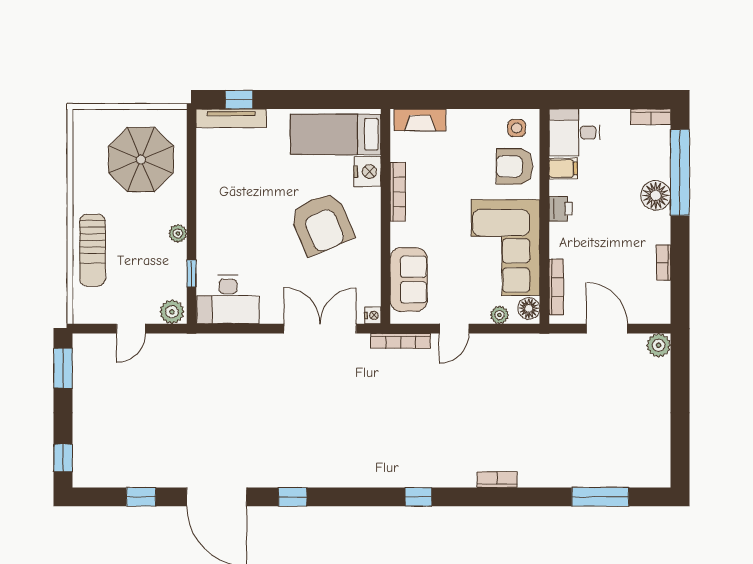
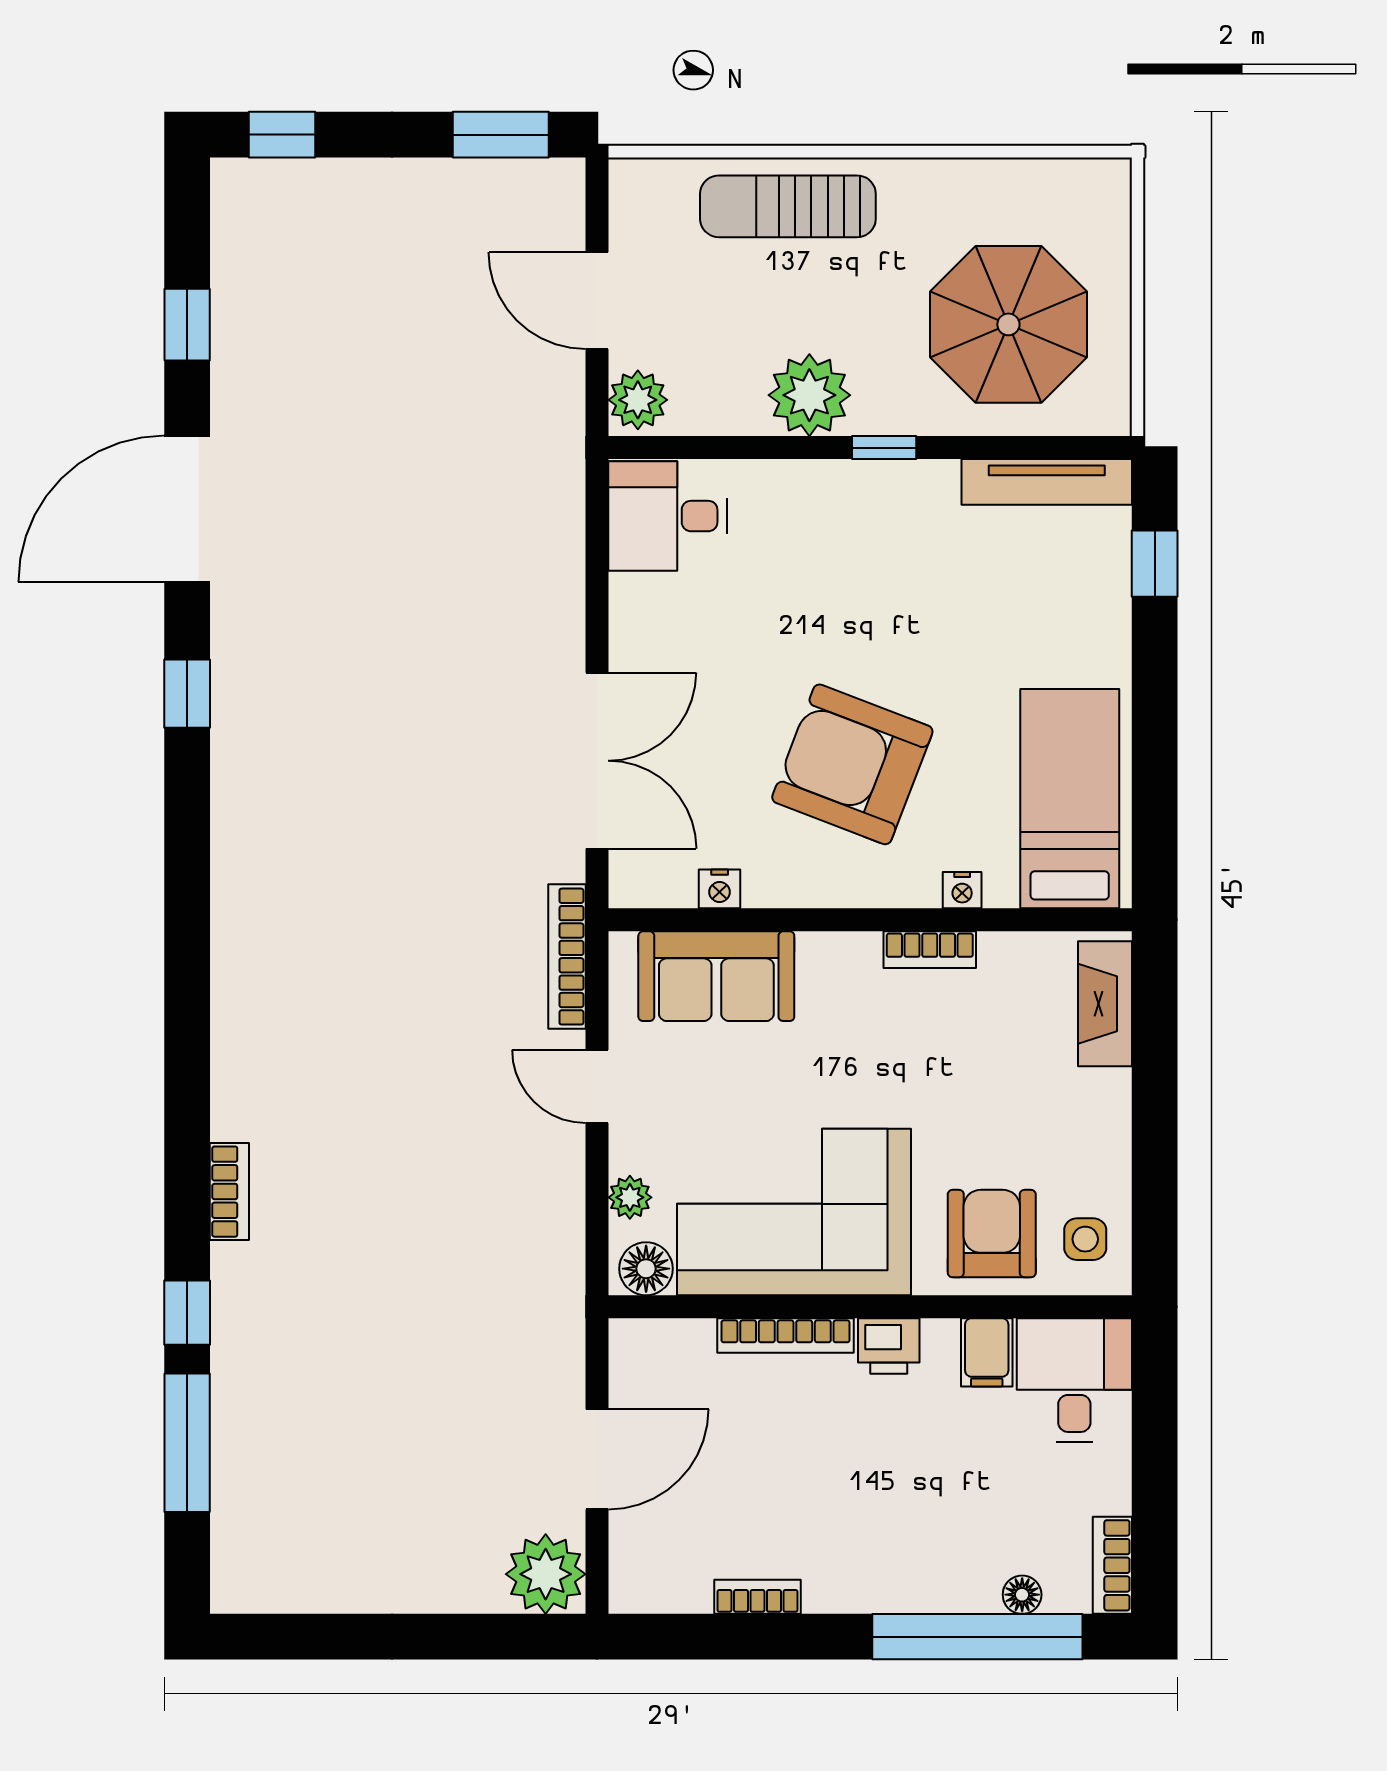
tv unit: (231, 118) -> (1047, 482), moved, turned -90
nightstand: (367, 172) -> (962, 890), width x0.53, depth x0.56
bookcase: (398, 192) -> (930, 950), width x0.64
floor lamp: (656, 195) -> (1022, 1595), moved, width x0.53, depth x0.53
armchair: (322, 224) -> (852, 764), turned 44
plant: (178, 233) -> (809, 395), width x1.87, depth x1.87
window: (191, 274) -> (884, 448), moved
bookcase: (556, 287) -> (785, 1336), moved
desk: (228, 300) -> (668, 516), width x0.73
nightstand: (373, 315) -> (720, 889), moved
door: (131, 329) -> (597, 301), width x1.38
plant: (659, 345) -> (546, 1574), width x1.36, depth x1.36
window: (418, 497) -> (187, 1313), moved

